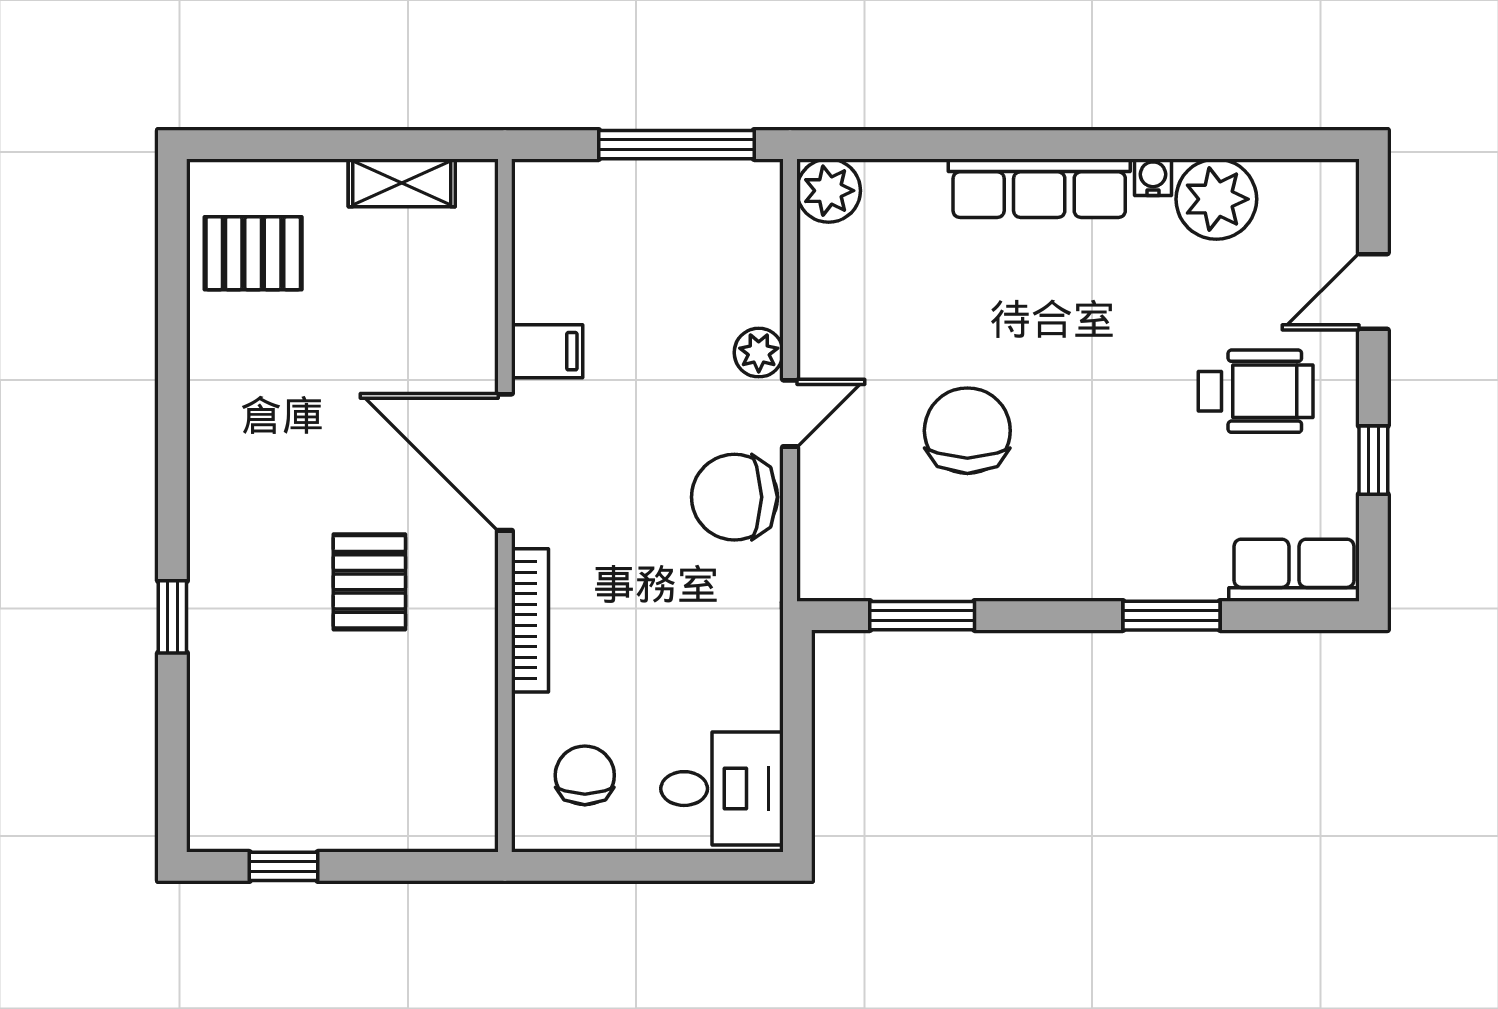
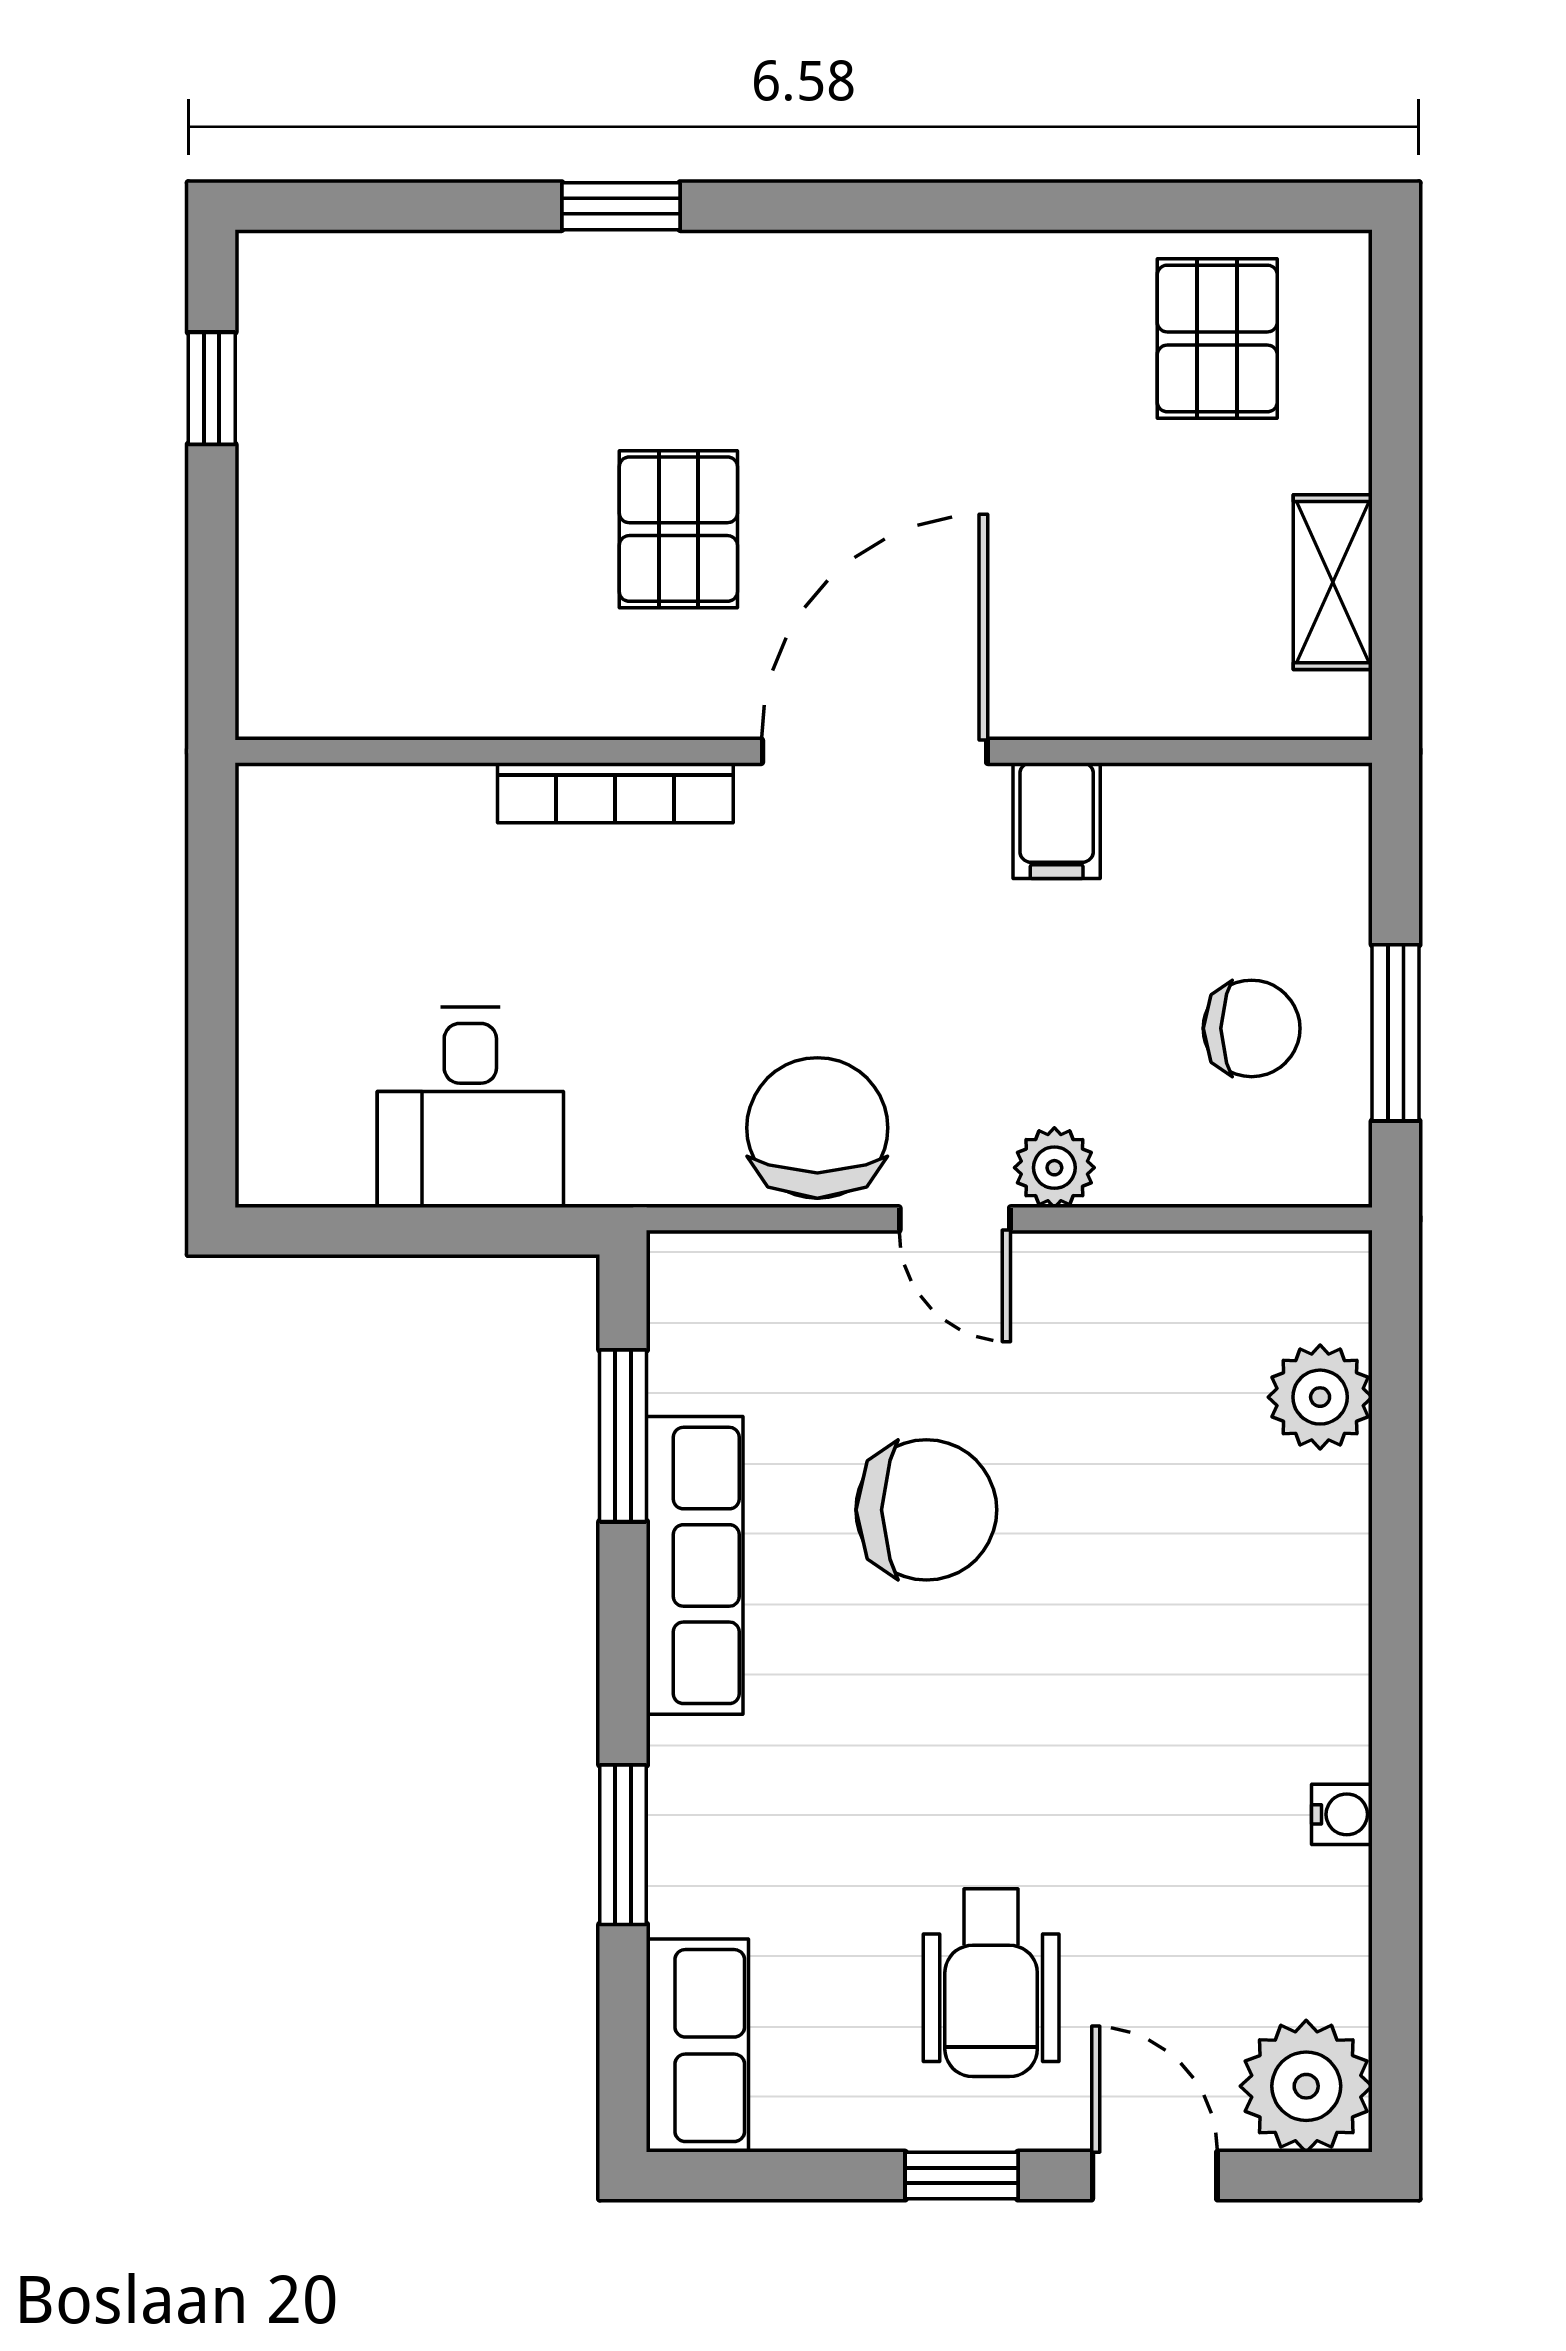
window: (676, 145) -> (1396, 1033), width x0.69
row of seats: (1039, 188) -> (695, 1565), moved, turned 180
plant: (829, 191) -> (1320, 1397), moved
plant: (1216, 199) -> (1306, 2086), moved
window: (1373, 460) -> (962, 2176), moved
pallet: (369, 582) -> (678, 529), turned 90
chair: (585, 775) -> (1252, 1028), moved
desk: (722, 789) -> (470, 1107), moved

